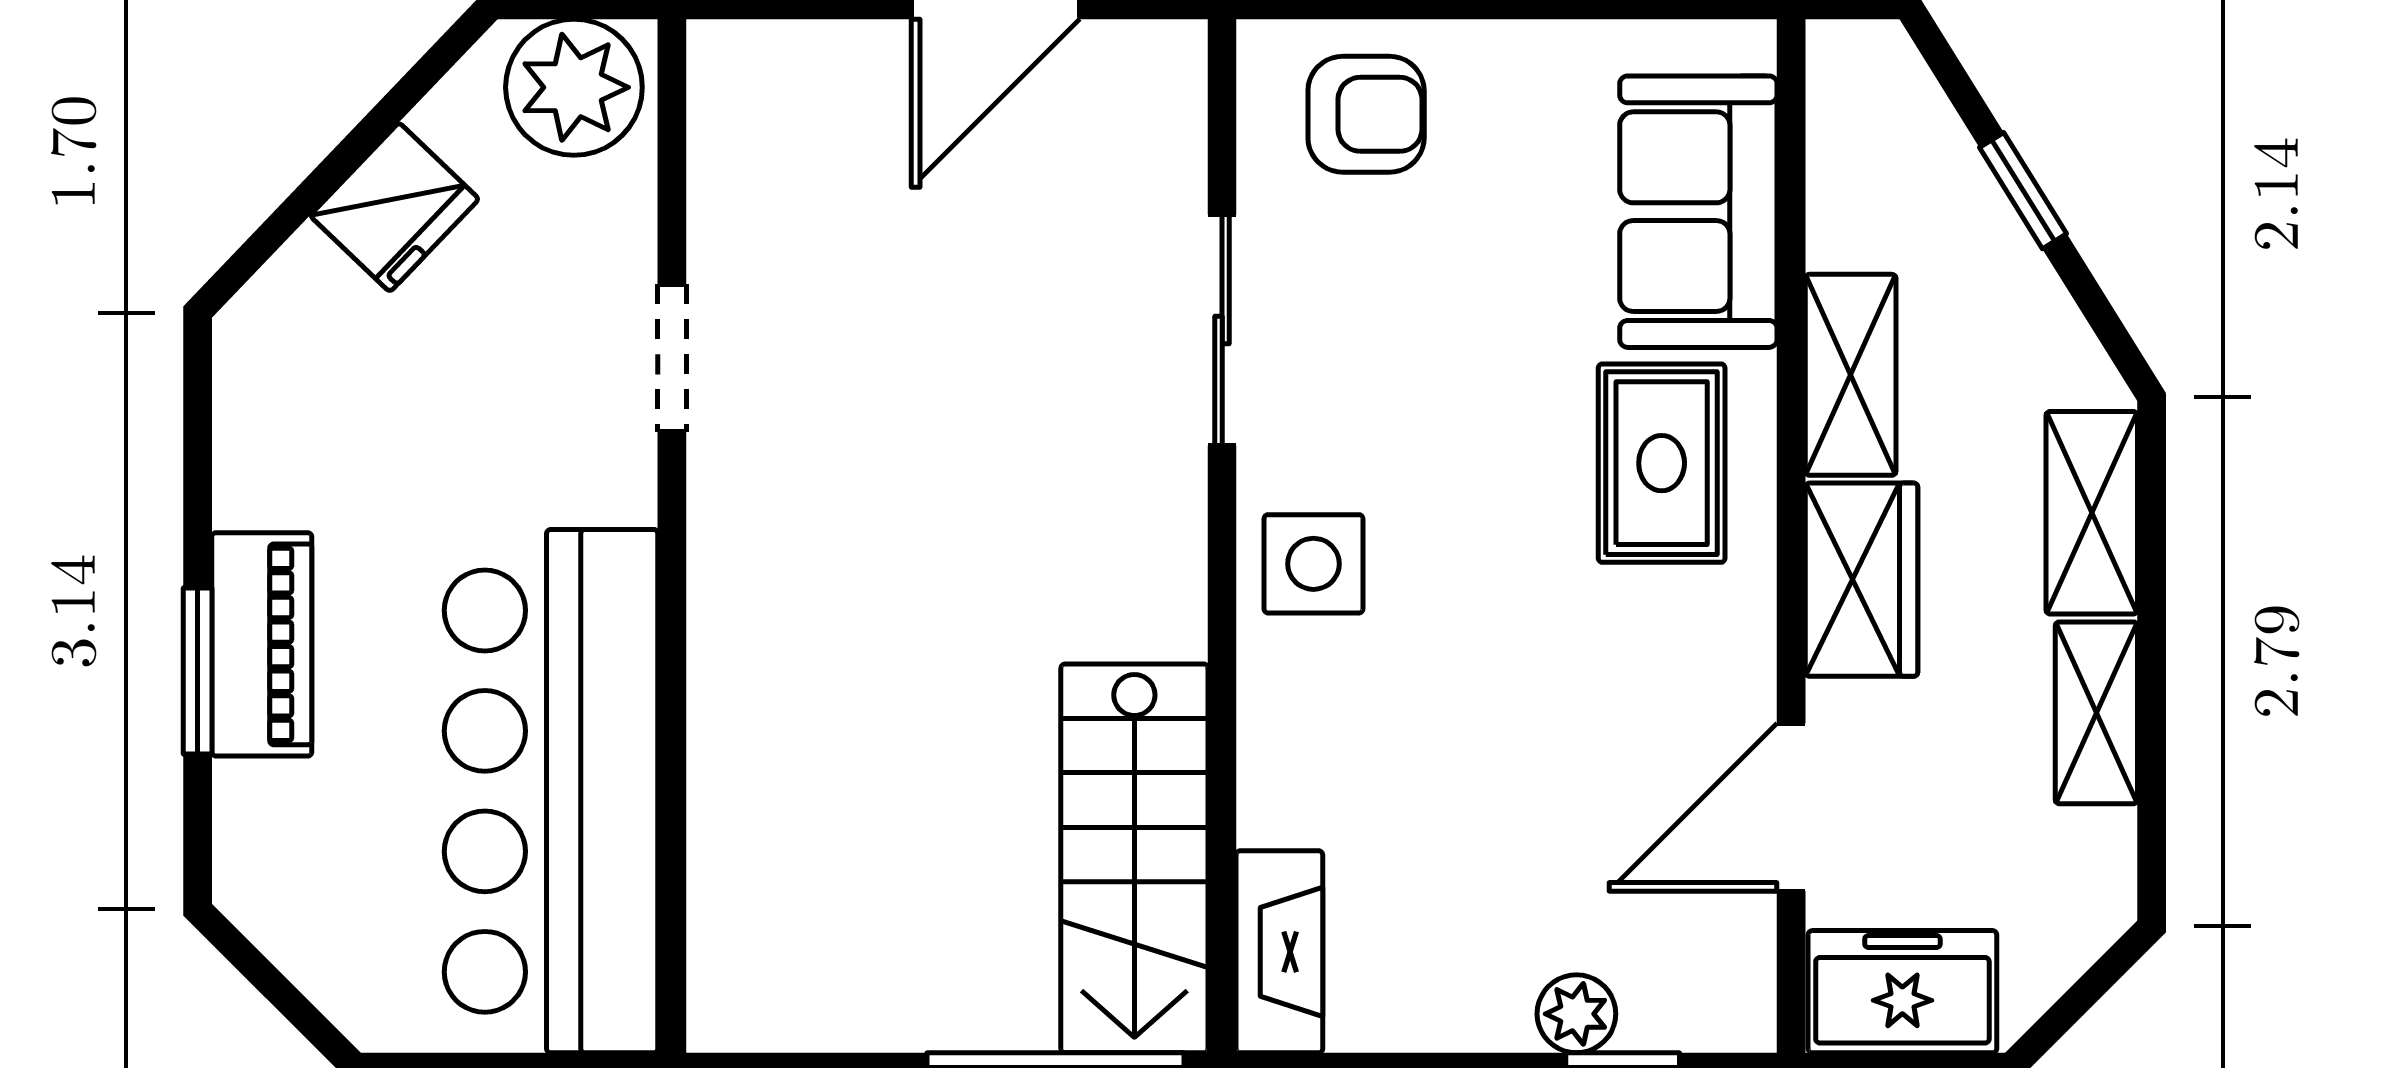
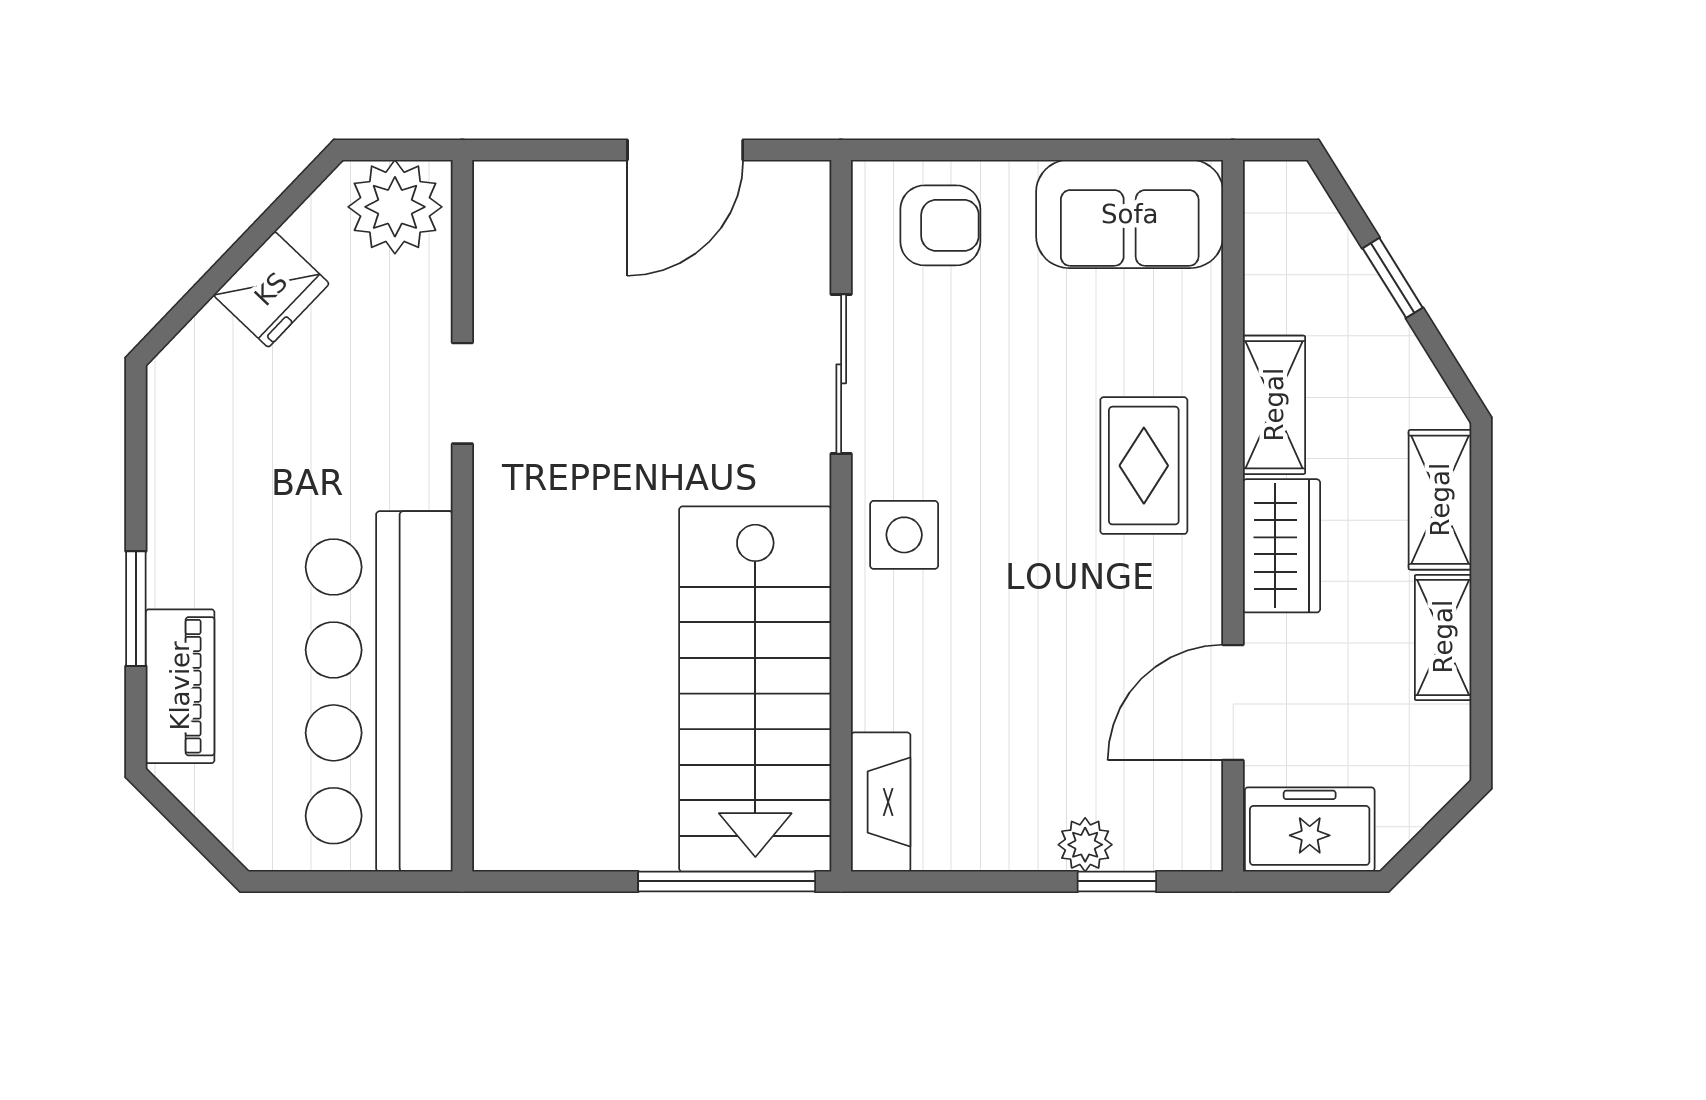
sofa: (1698, 212) -> (1130, 214), moved, turned -90
piano: (262, 644) -> (180, 686), moved
stairs: (1134, 858) -> (755, 689), width x1.36, depth x1.51

